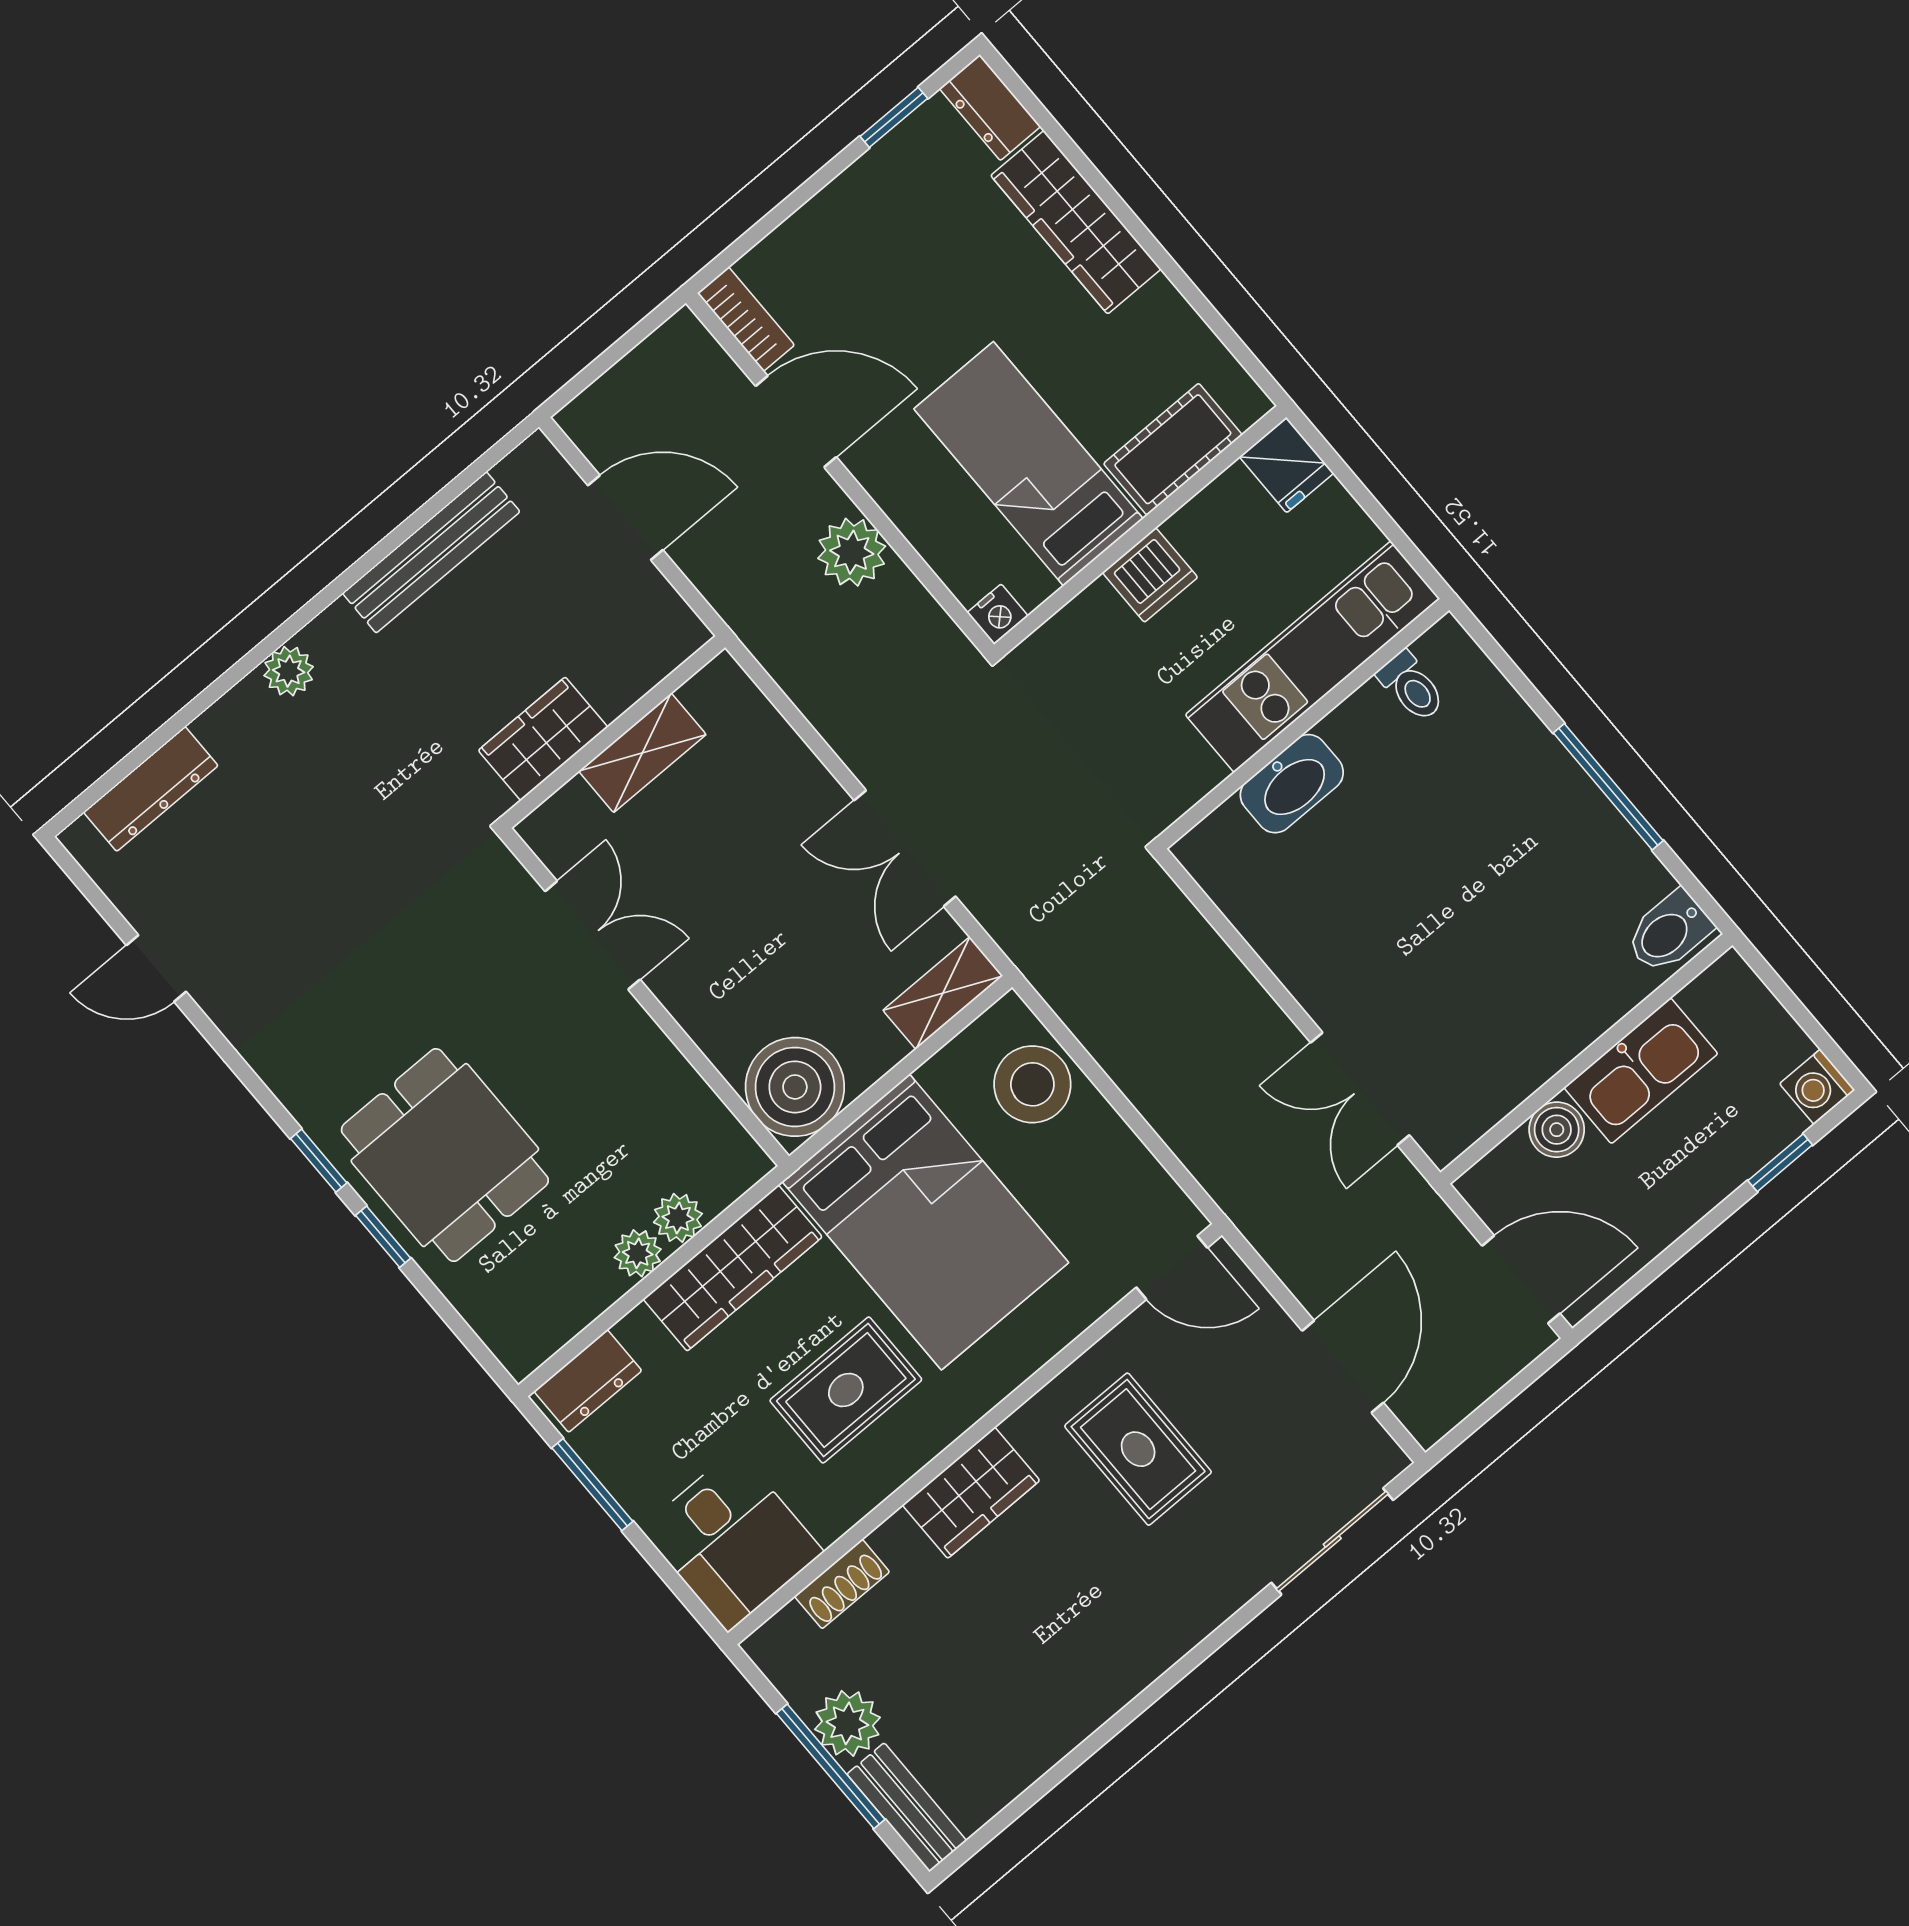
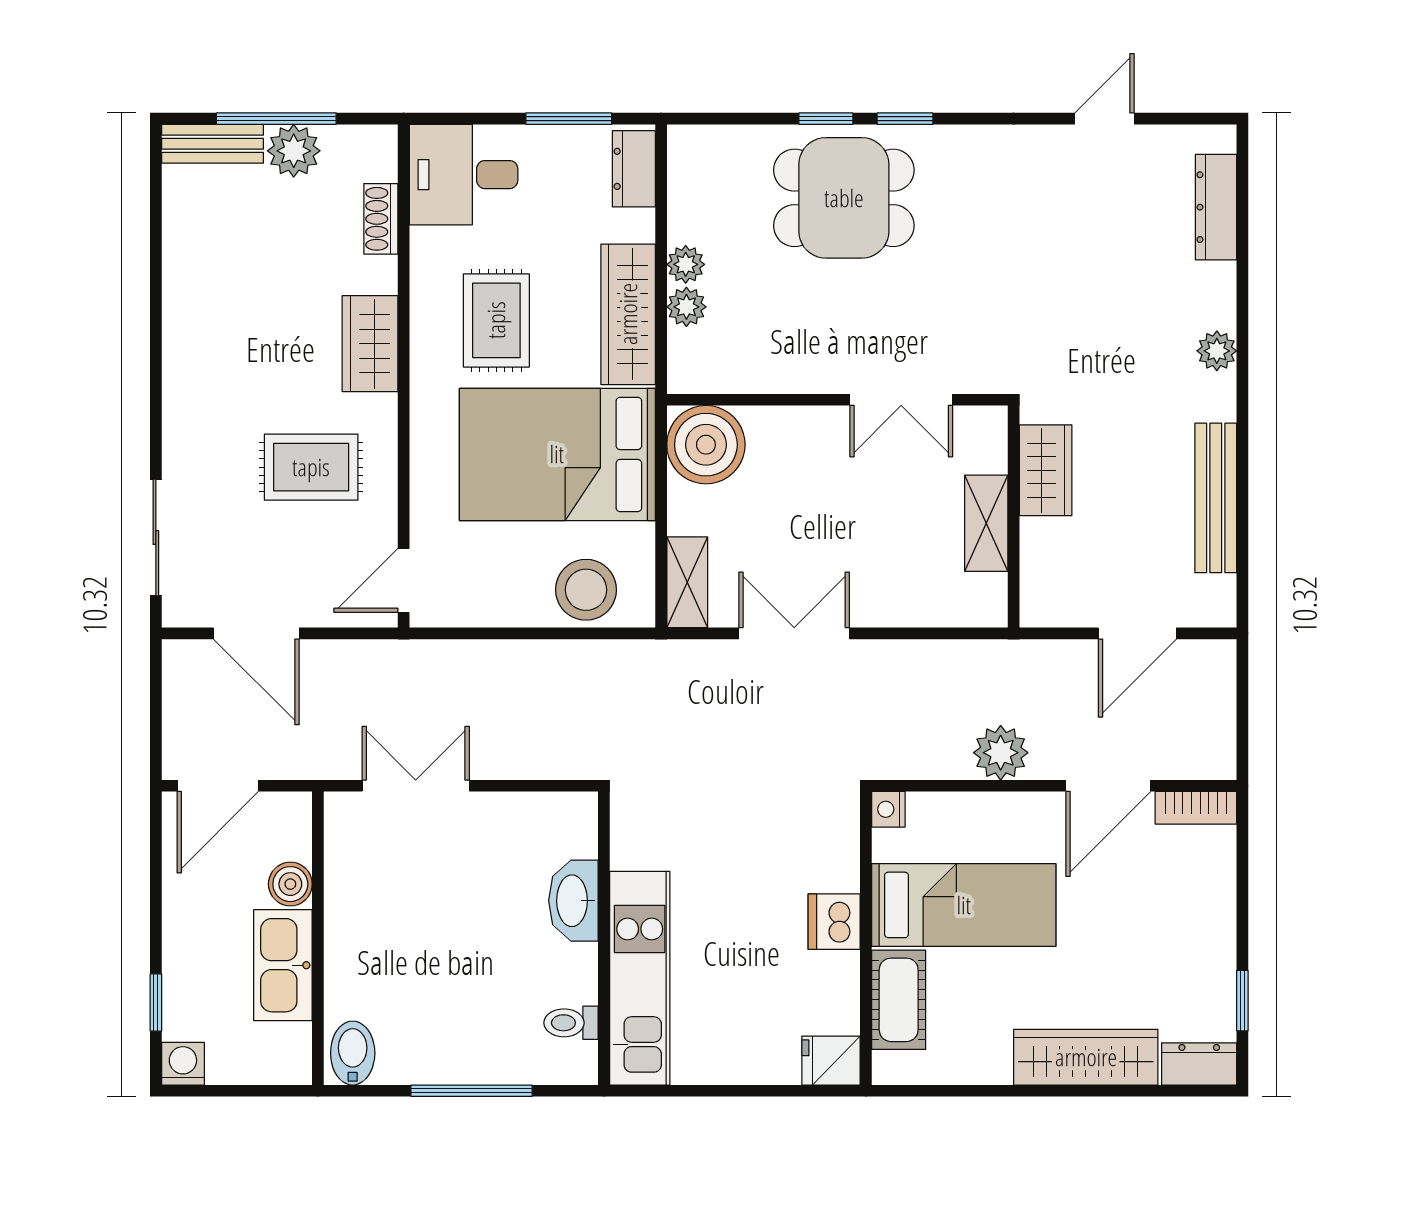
kitchen unit: (1312, 657) -> (640, 978), moved
toilet: (1411, 686) -> (571, 1023), moved
wall: (1303, 724) -> (604, 938), moved
washbasin: (1292, 784) -> (573, 901), moved

